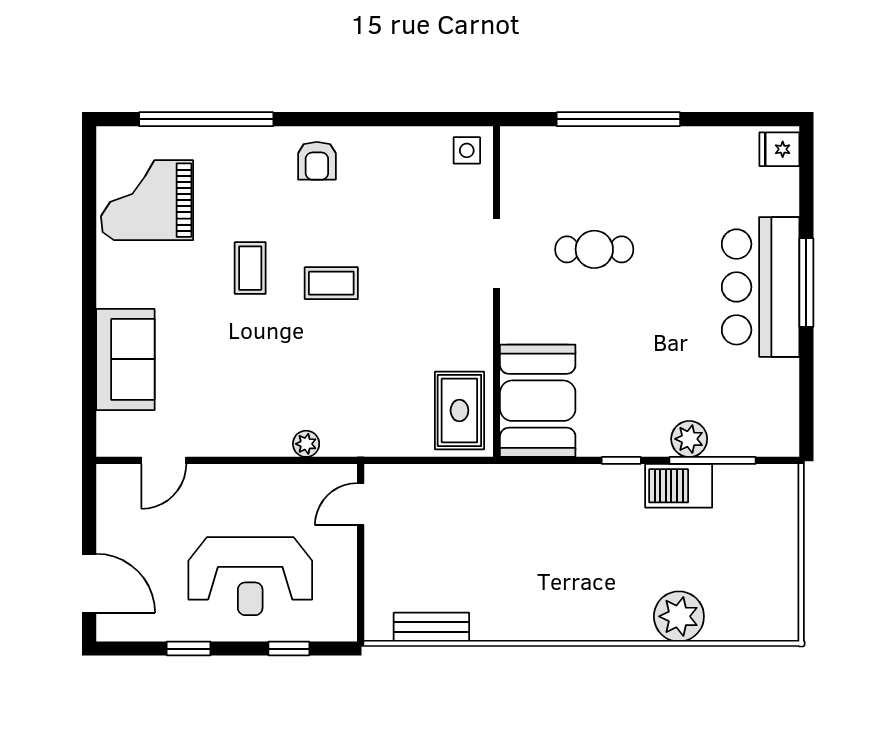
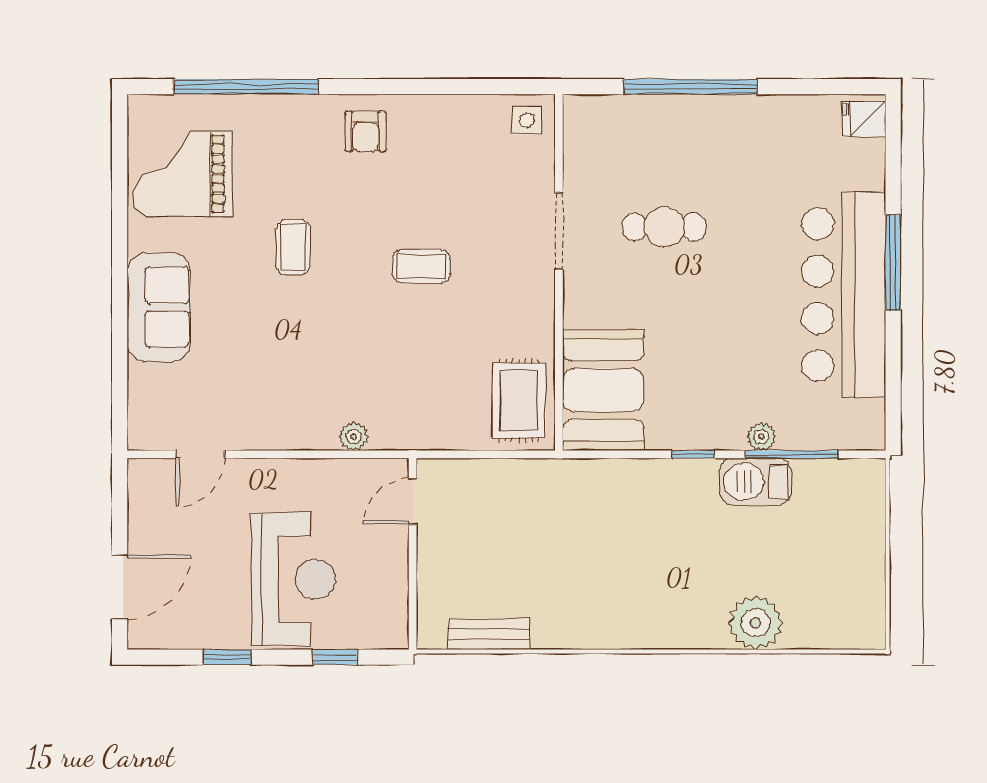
coffee table: (331, 283) -> (421, 266), moved
bar counter: (761, 287) -> (844, 295), width x1.36
sofa: (125, 359) -> (159, 307), moved
plant: (689, 439) -> (761, 437), width x0.73, depth x0.73
reception desk: (250, 576) -> (293, 579), turned -90
door: (89, 583) -> (120, 587), hinge flipped

